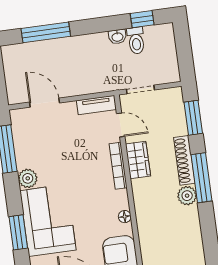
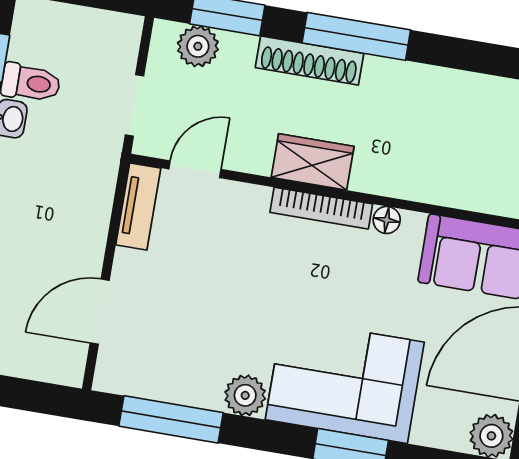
wardrobe: (138, 160) -> (313, 162), moved
bookcase: (118, 166) -> (321, 208), moved
plant: (187, 196) -> (198, 46), moved

